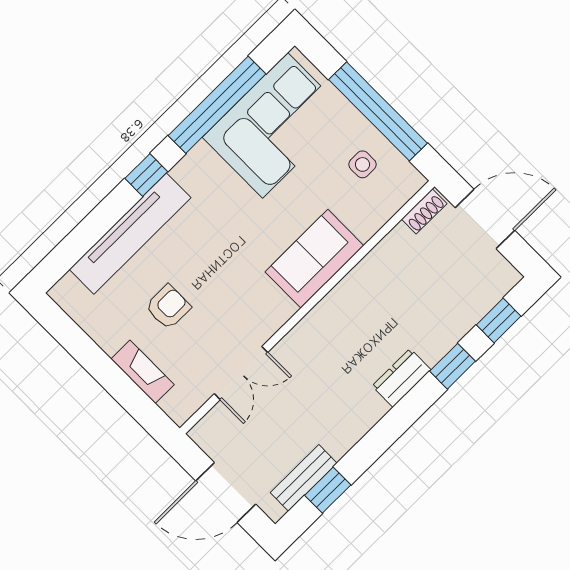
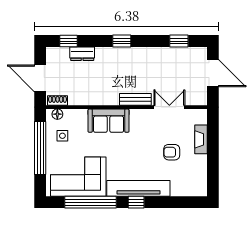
floor lamp: (403, 190) -> (57, 114), added
tv unit: (130, 234) -> (138, 188), moved
window: (453, 366) -> (122, 41), moved
dresser: (402, 378) -> (82, 54), moved
bench: (304, 478) -> (135, 99), moved

